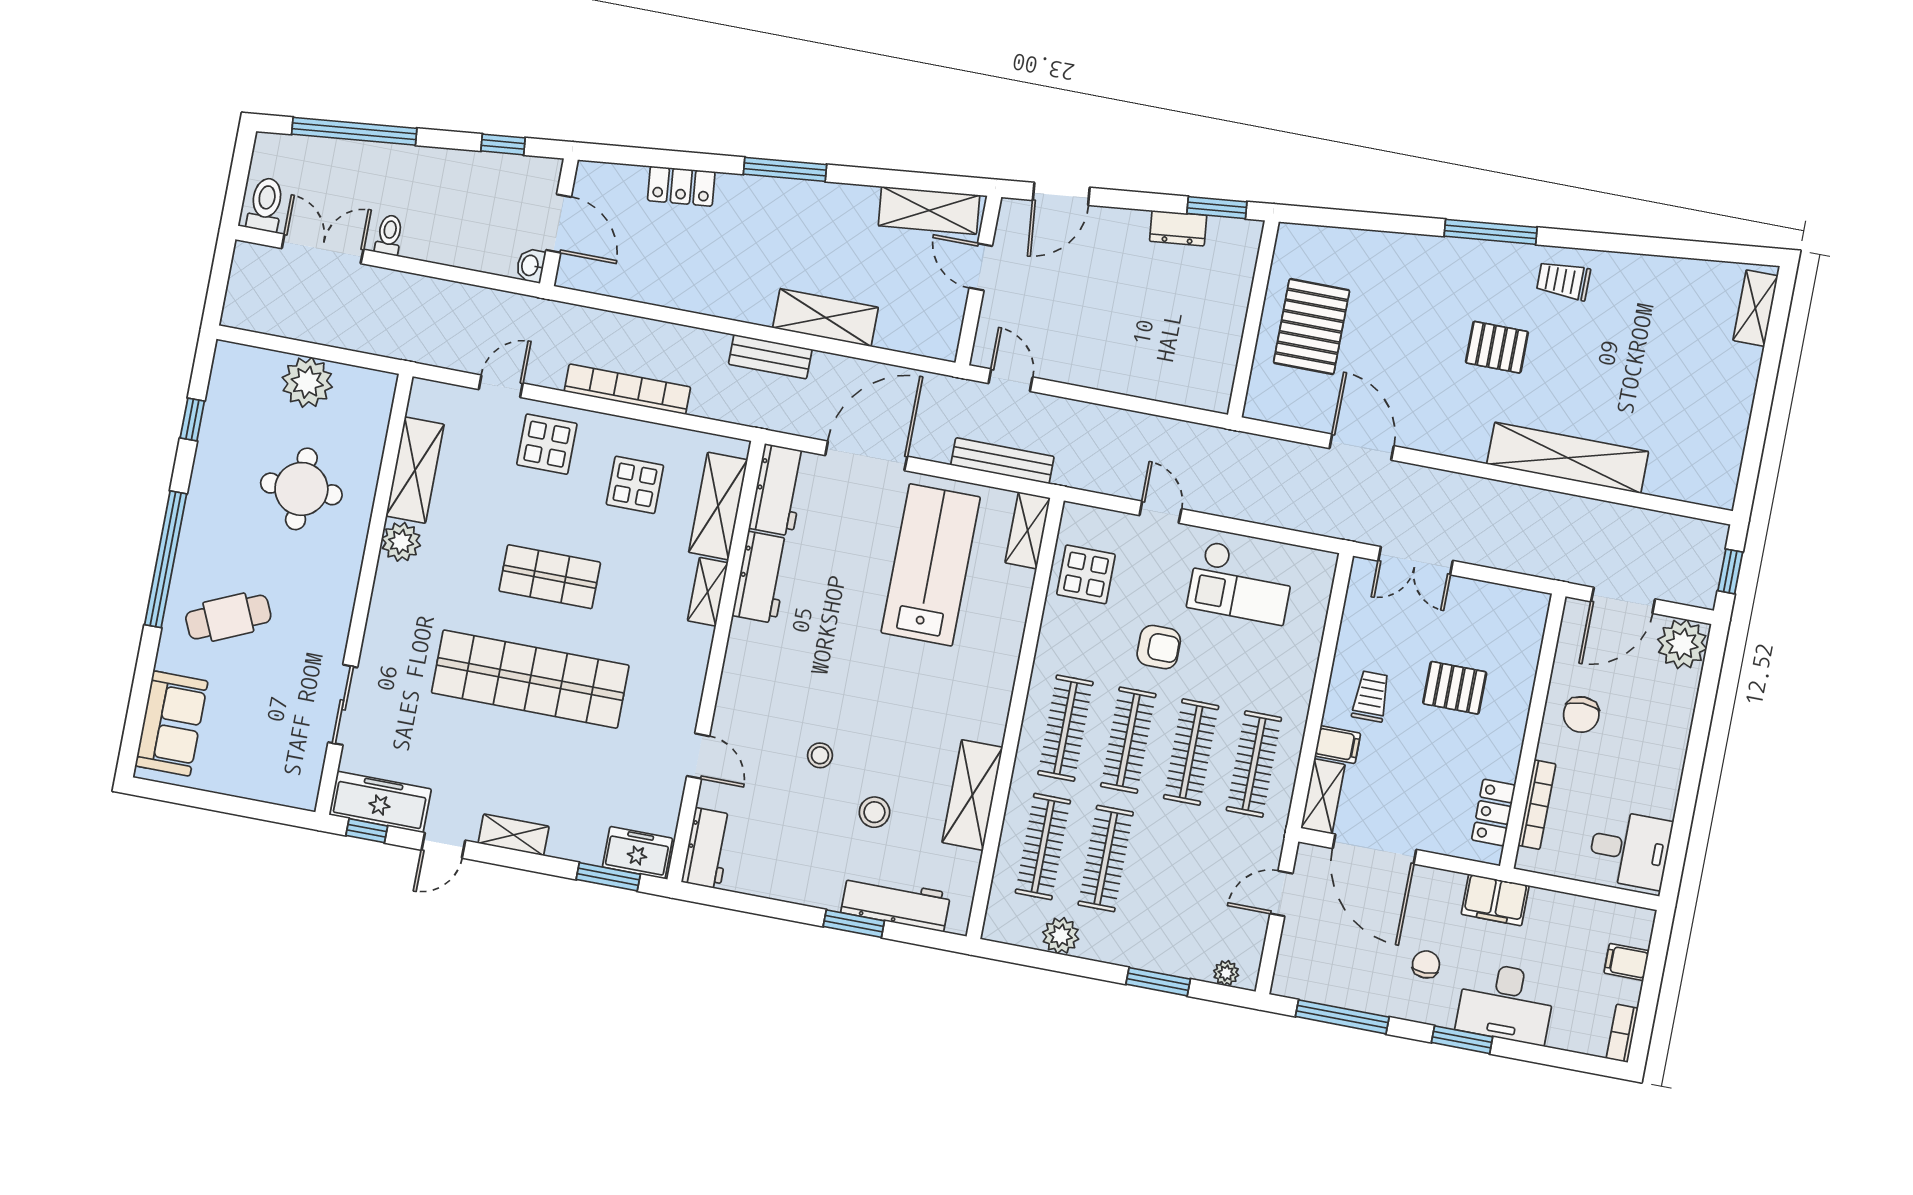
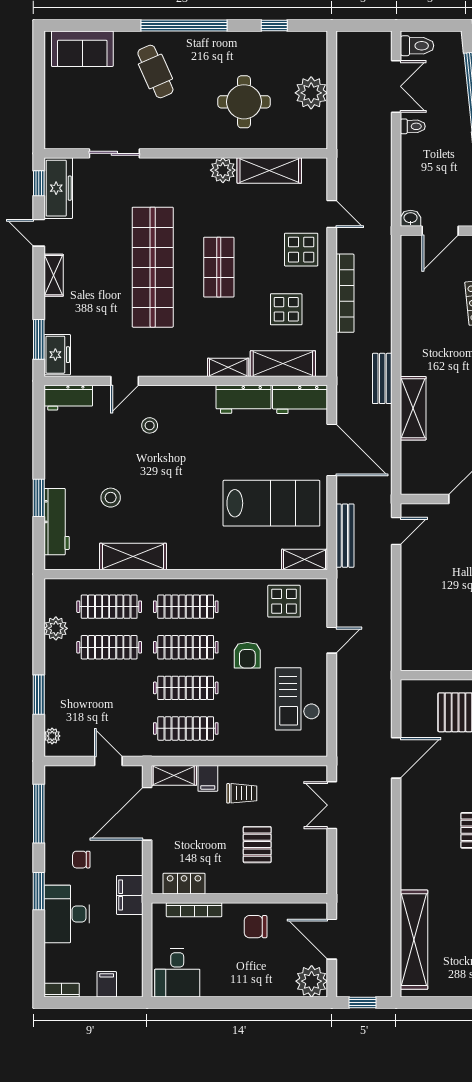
shelving: (1568, 458) -> (414, 940), moved
stool: (820, 755) -> (150, 425), moved
chair: (1426, 964) -> (81, 860), turned 180

